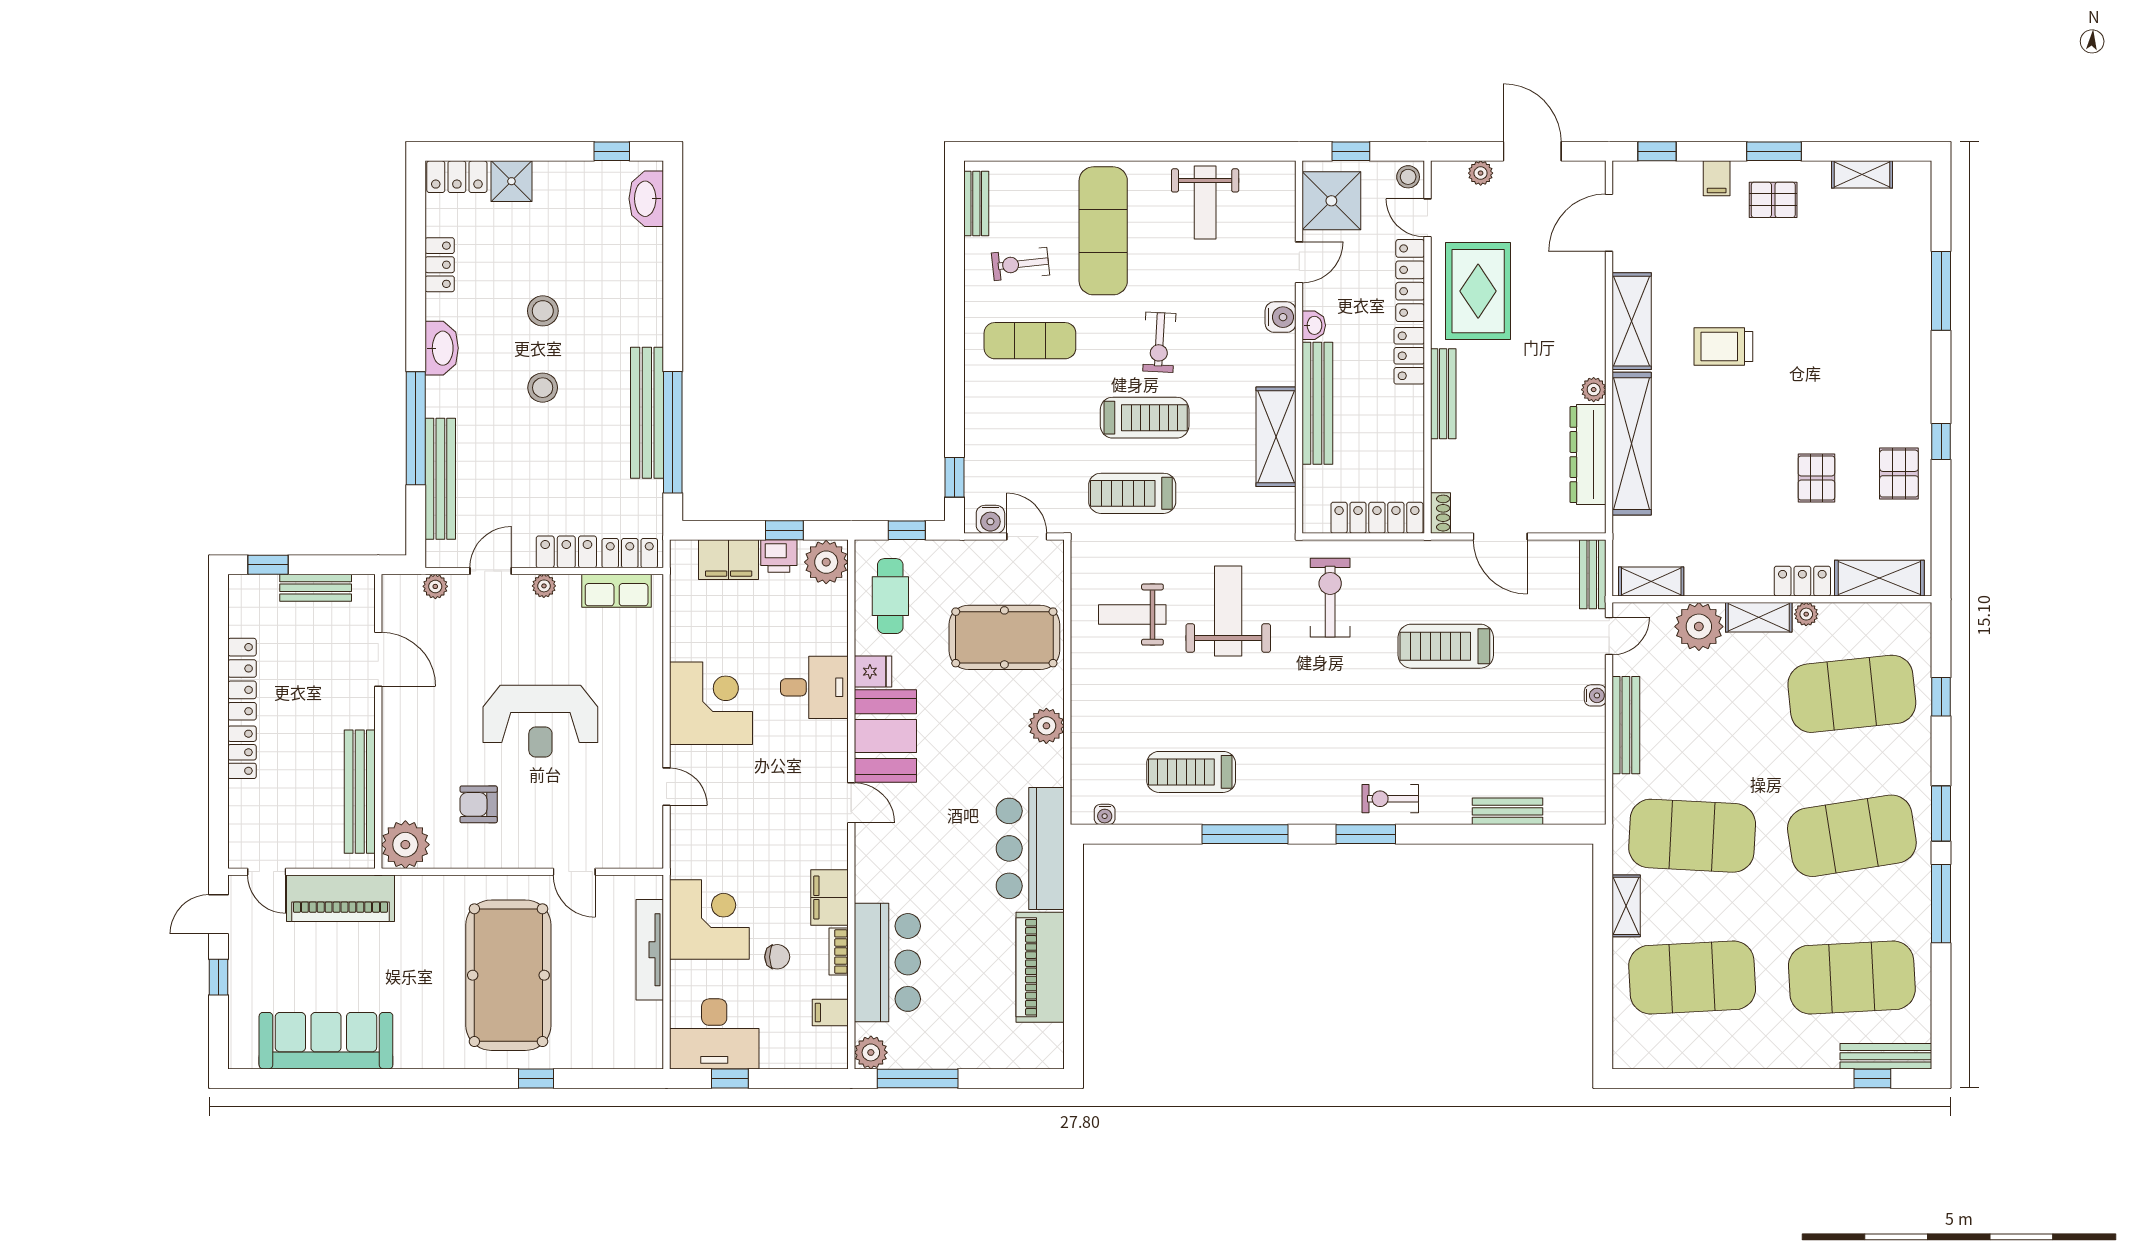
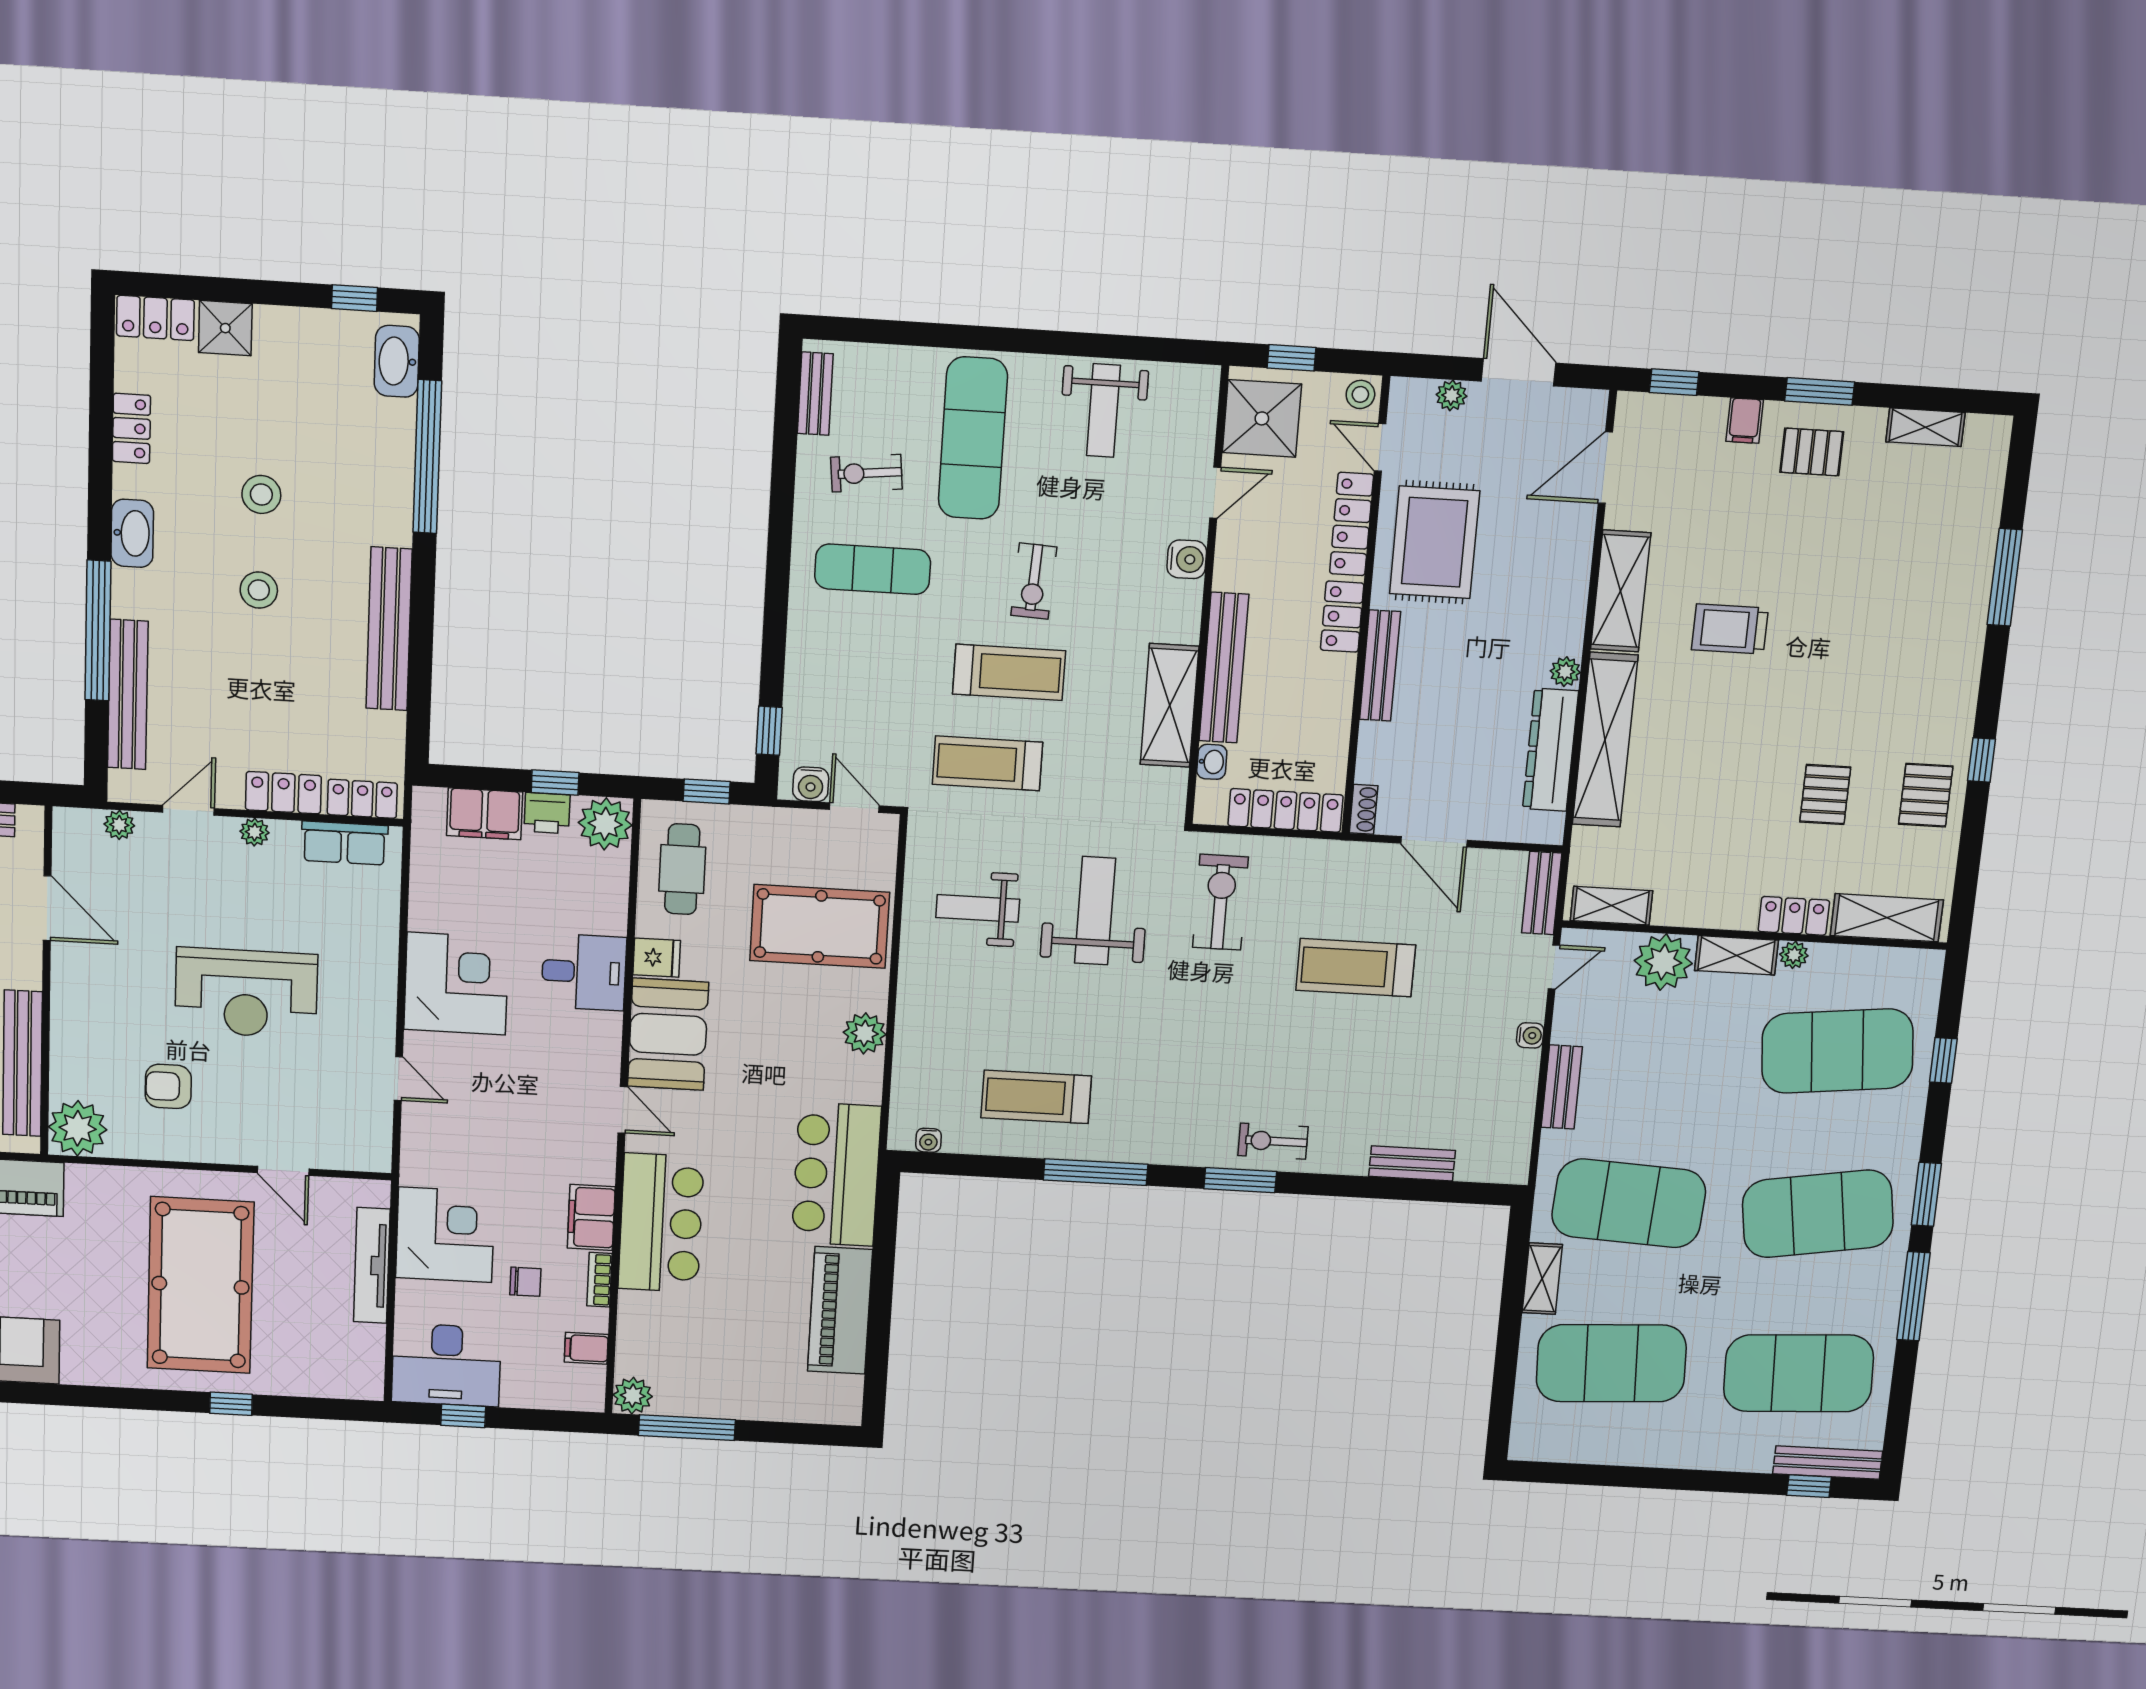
washbasin: (1314, 325) -> (1212, 762), moved
window: (673, 432) -> (427, 457), moved
bench: (1626, 725) -> (1562, 1087), width x0.73
bar counter: (887, 962) -> (661, 1223), moved

